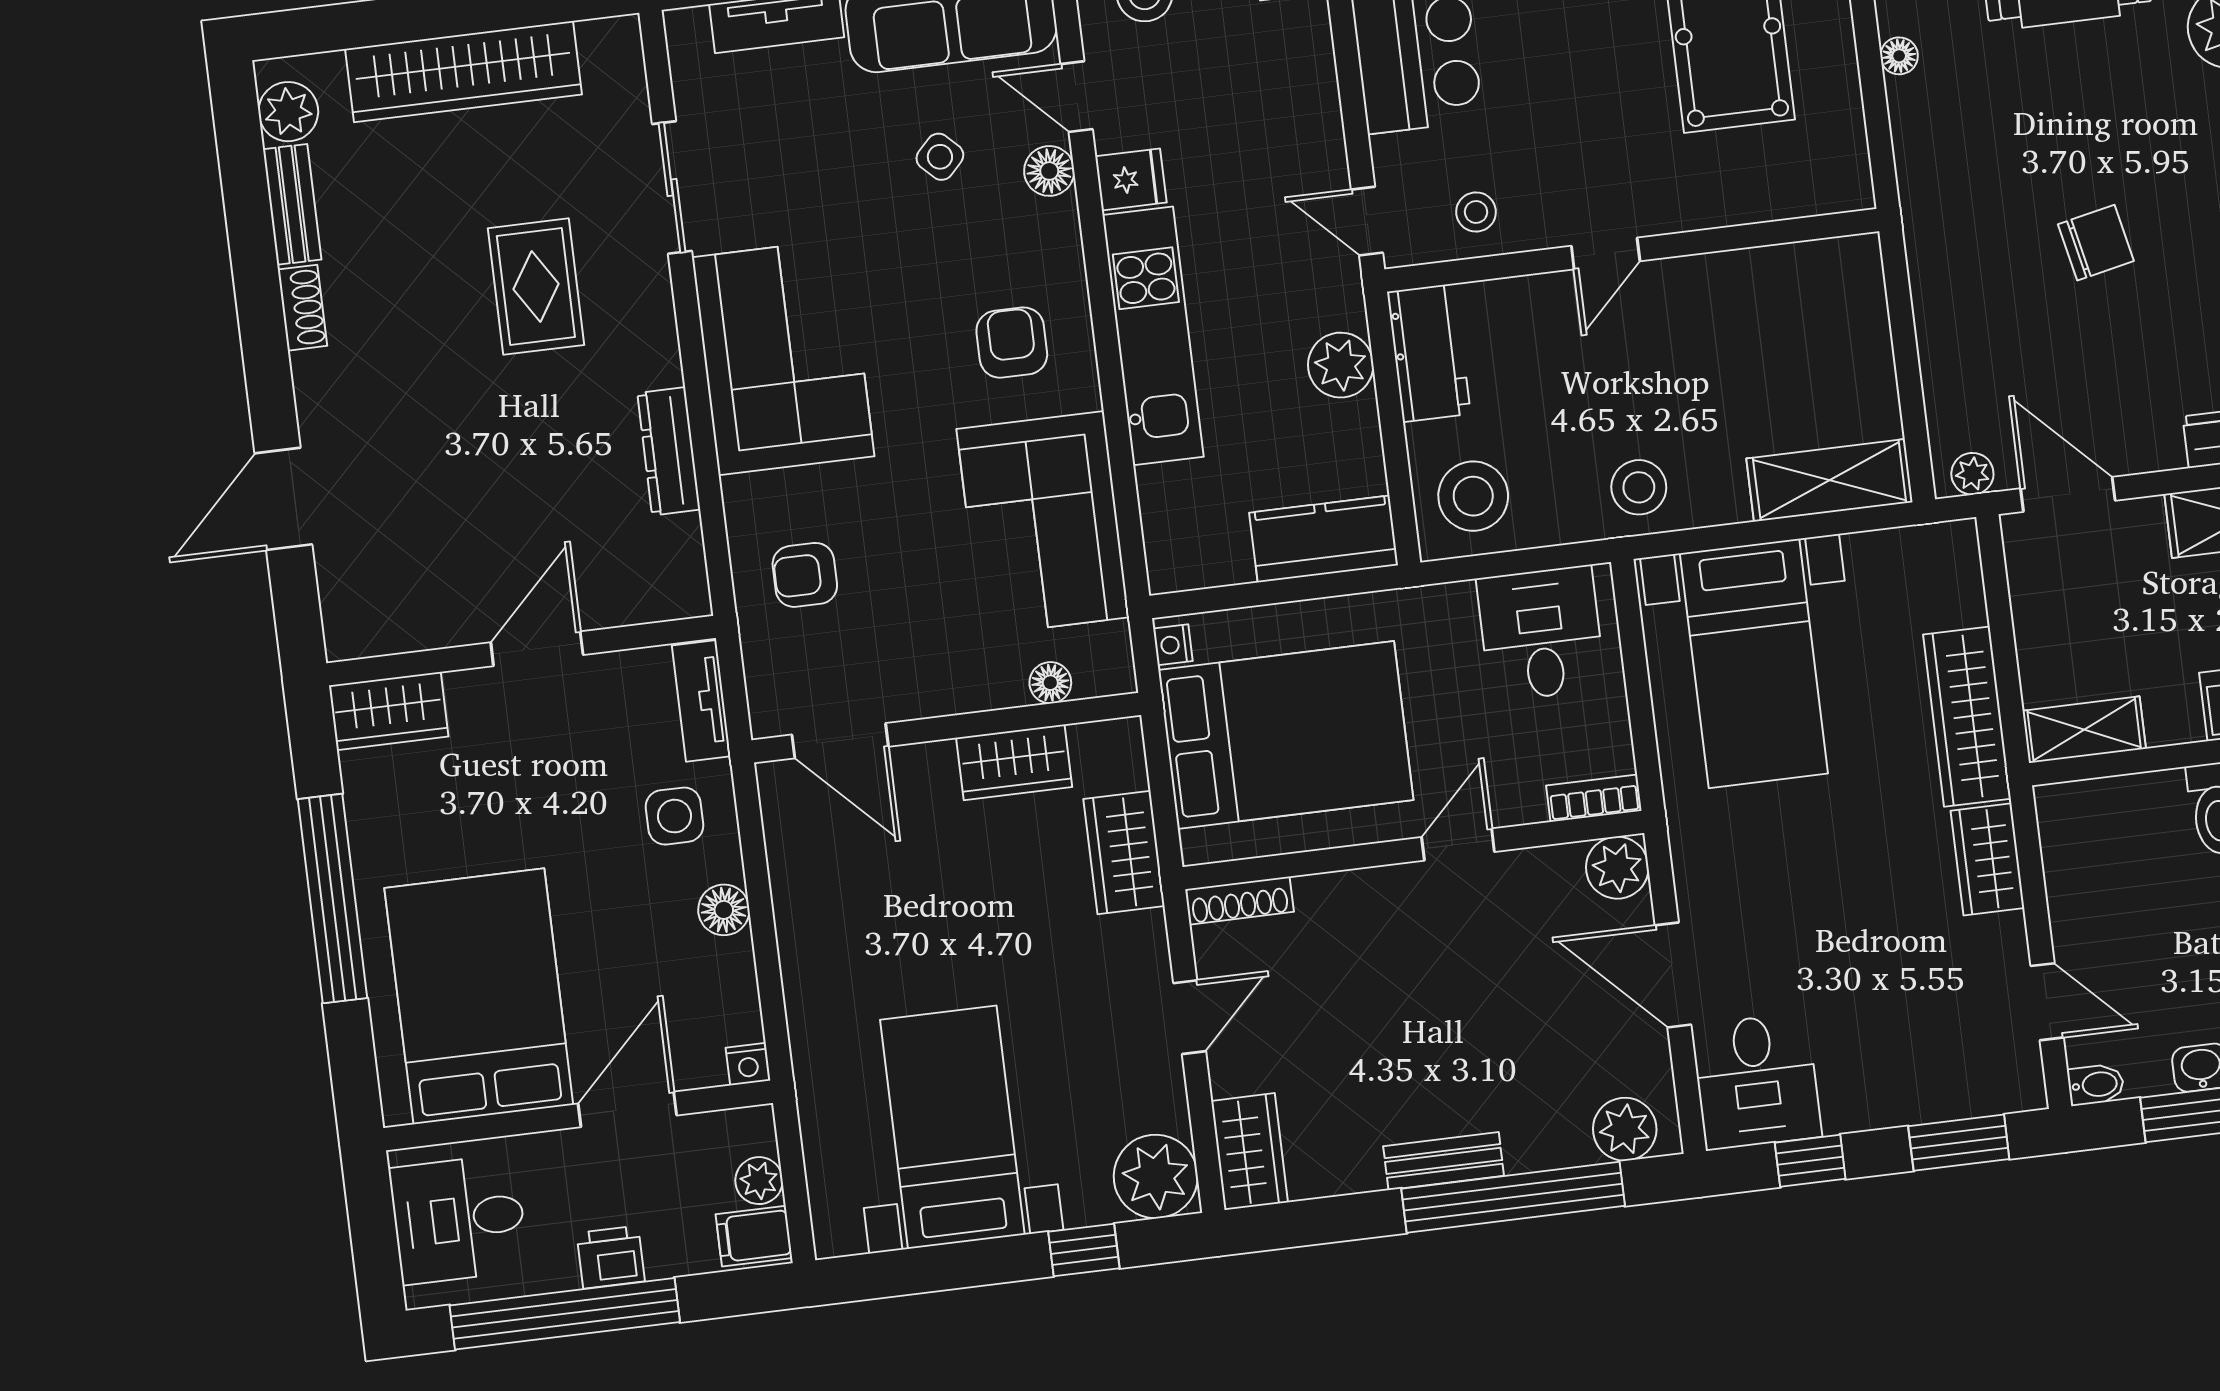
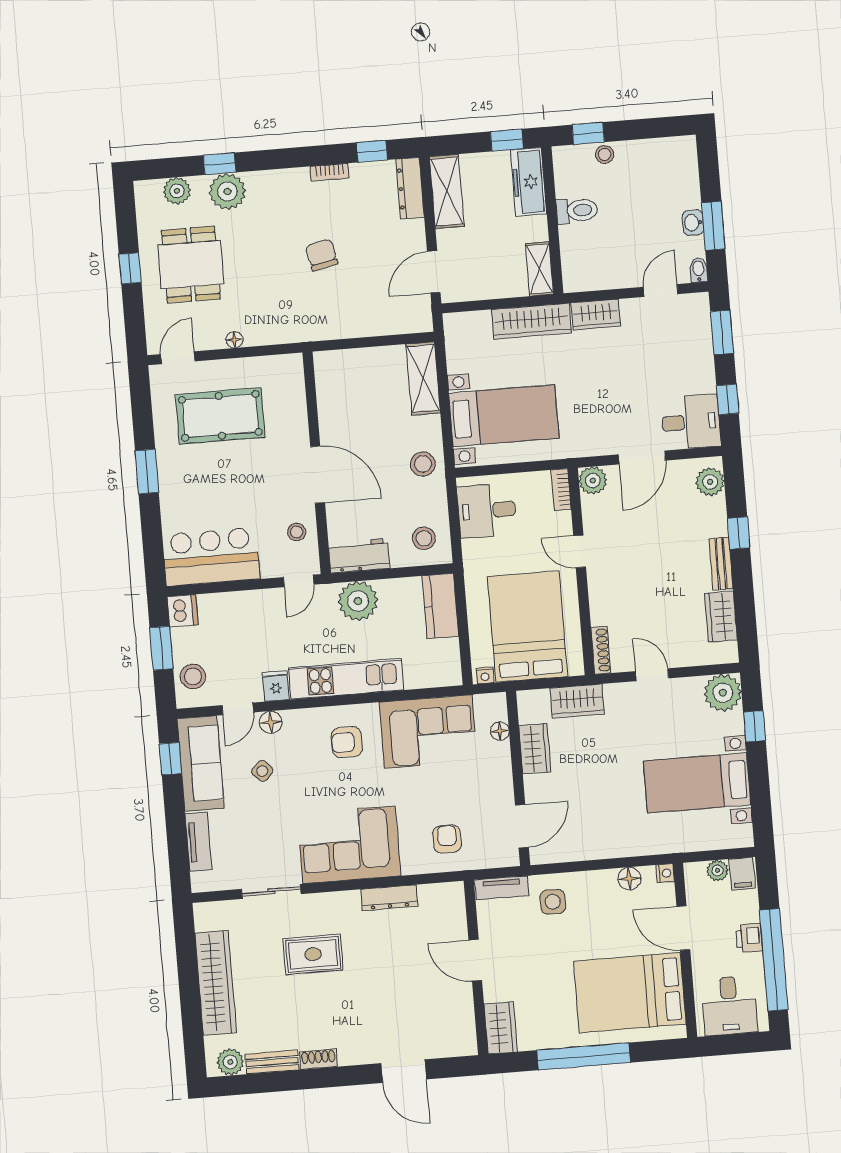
door: (1606, 253) -> (318, 475), width x1.87
plant: (1341, 365) -> (358, 601), width x1.36, depth x1.36
plant: (1972, 474) -> (423, 314), removed
stool: (1473, 496) -> (424, 538), width x0.73, depth x0.73
armchair: (805, 575) -> (447, 839), turned 180
floor lamp: (724, 910) -> (629, 879), moved
wardrobe: (1250, 1152) -> (721, 616), moved, turned -90
window: (1513, 1197) -> (739, 533), width x0.32

